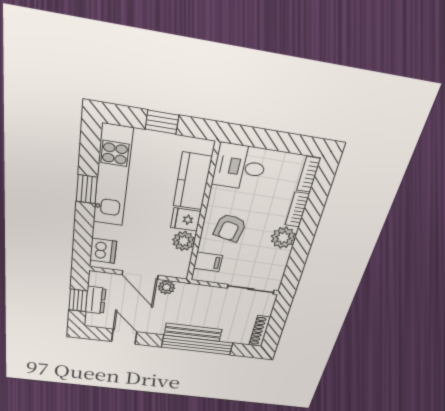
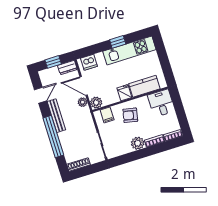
window: (162, 122) -> (164, 60), removed
plant: (184, 241) -> (96, 103), moved
door: (140, 275) -> (84, 86), hinge flipped
dresser: (96, 300) -> (67, 67), moved
bench: (193, 332) -> (56, 116), moved

